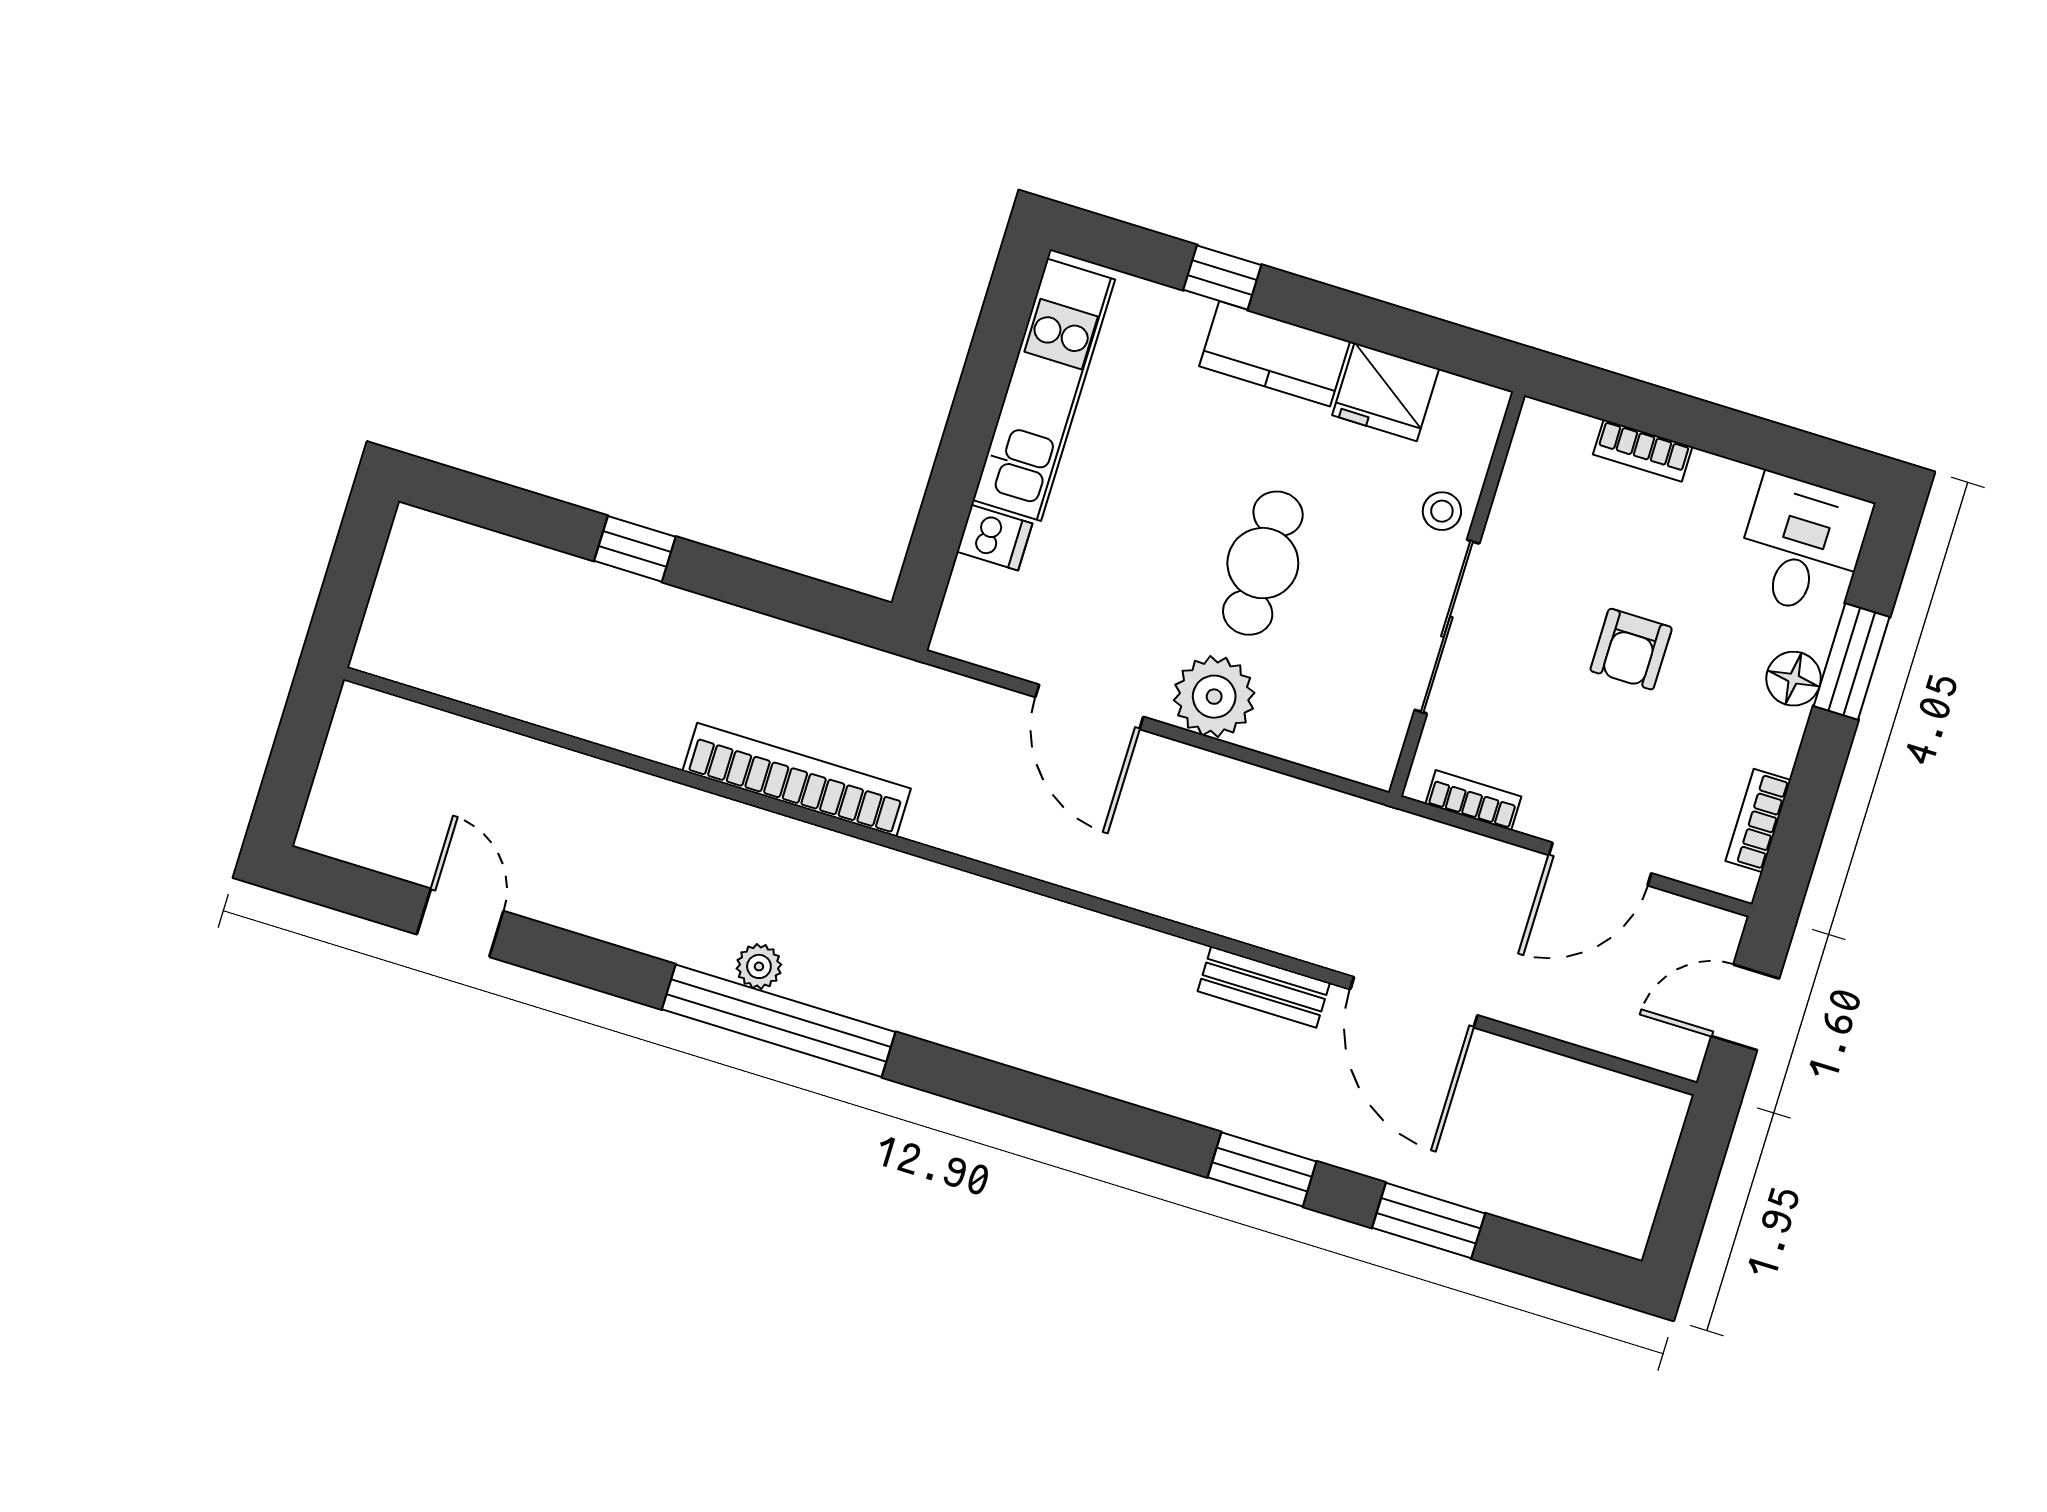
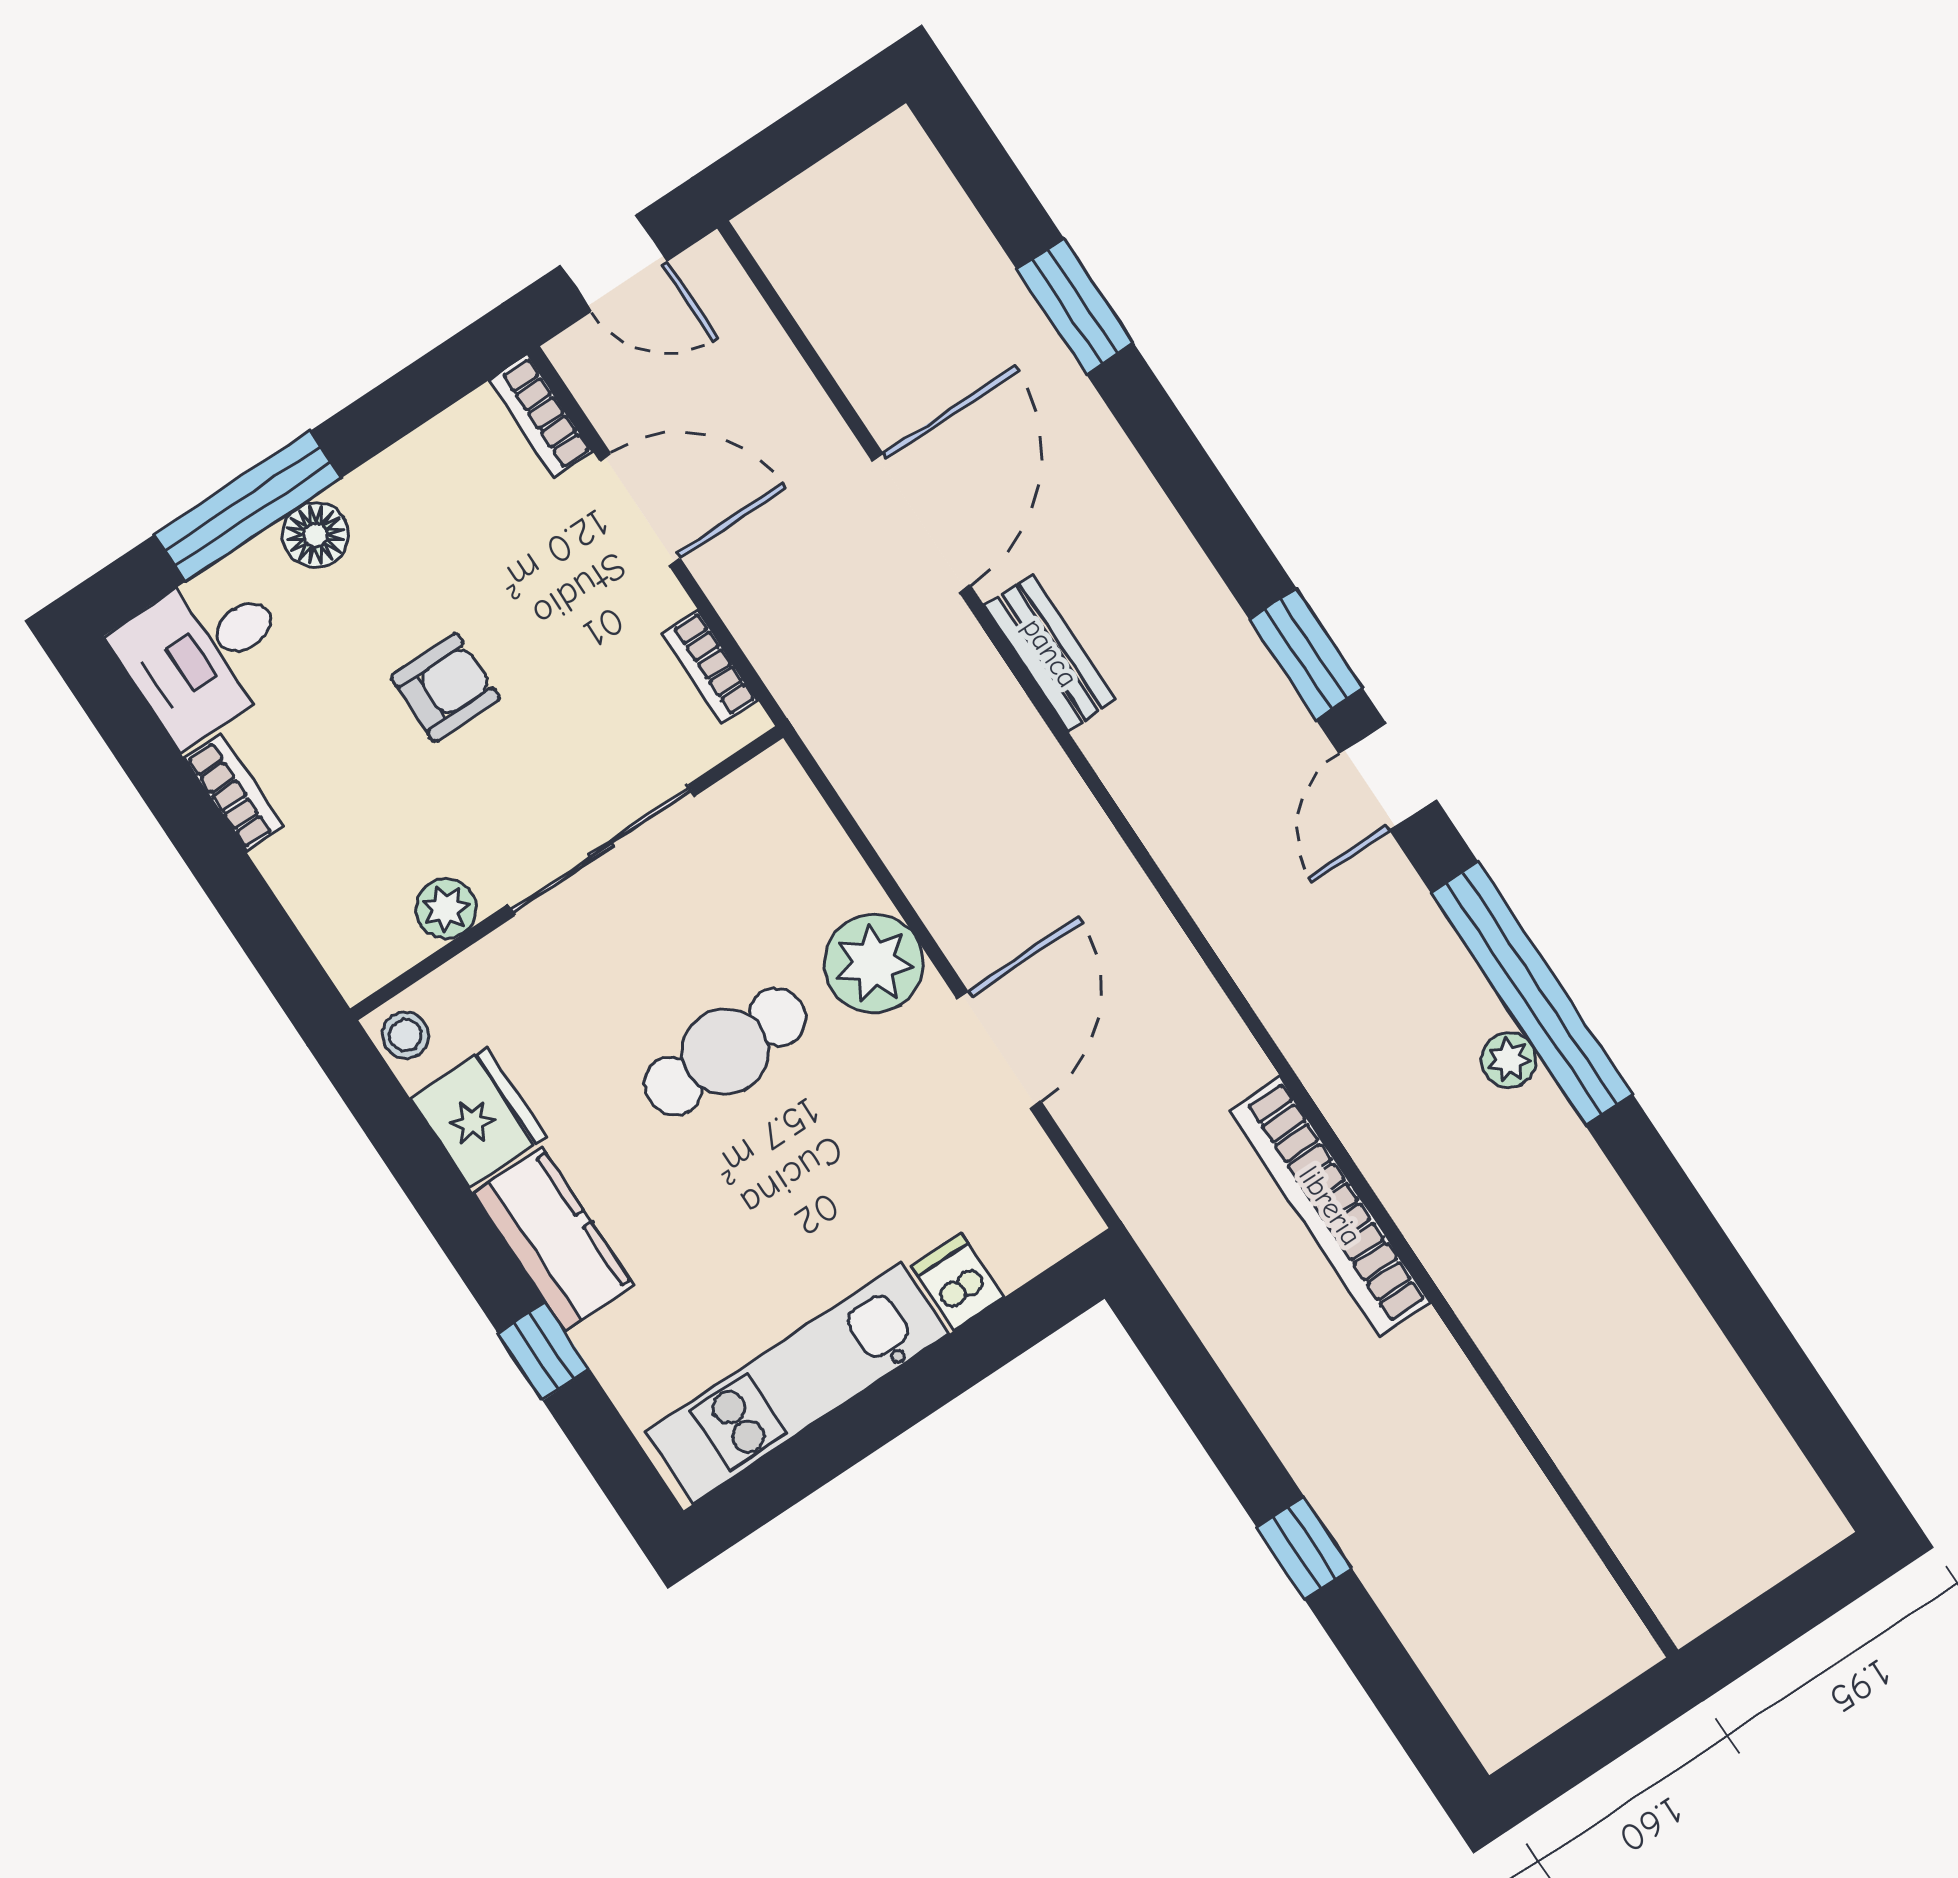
bookcase: (1643, 451) -> (234, 793), moved
plant: (1515, 508) -> (446, 909), added
stool: (1442, 511) -> (406, 1035), moved
window: (1852, 661) -> (248, 506), width x1.44
bookcase: (1758, 820) -> (541, 416), moved, turned 90
door: (460, 923) -> (1387, 776), moved
window: (1262, 1169) -> (1306, 654), moved

